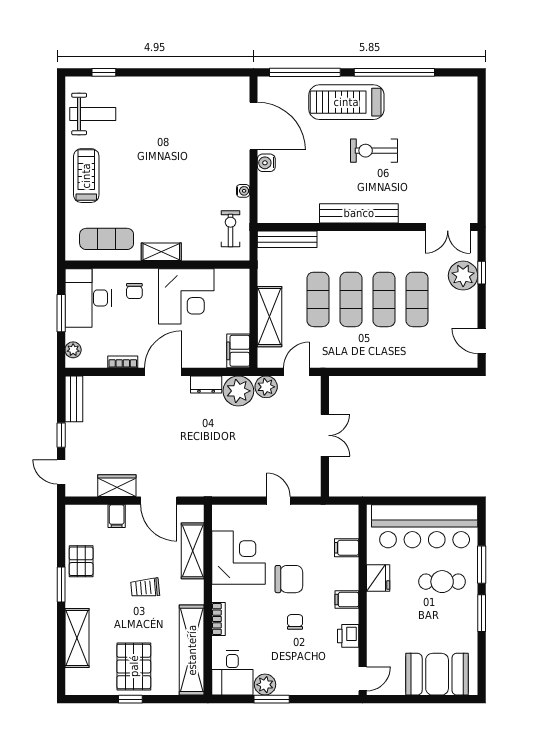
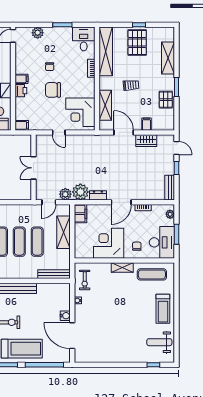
filing cabinet: (347, 548) -> (22, 125), moved
corner desk: (239, 558) -> (80, 112), moved
printer: (348, 636) -> (21, 91), moved
plant: (265, 685) -> (38, 33), moved

